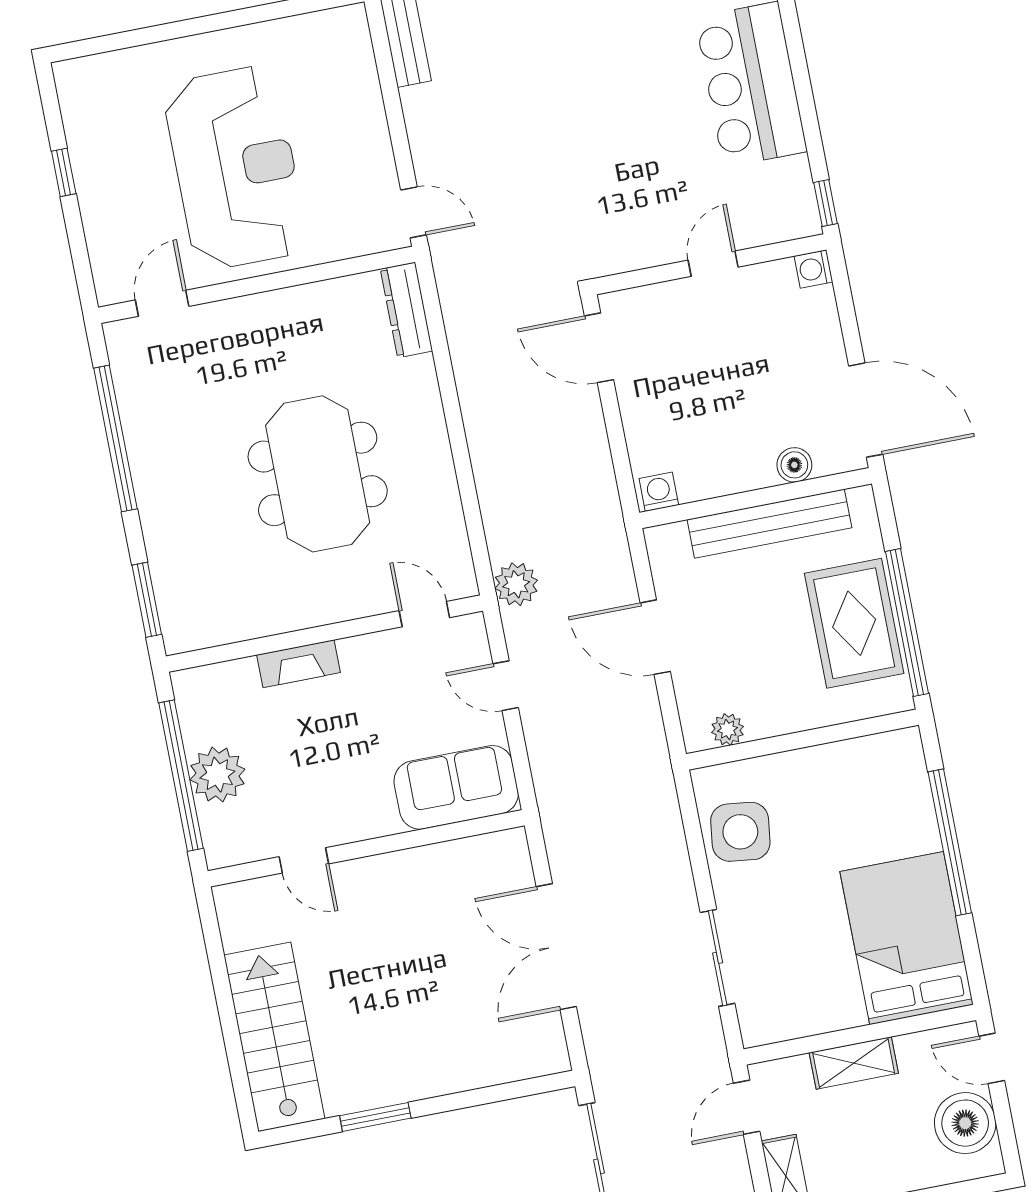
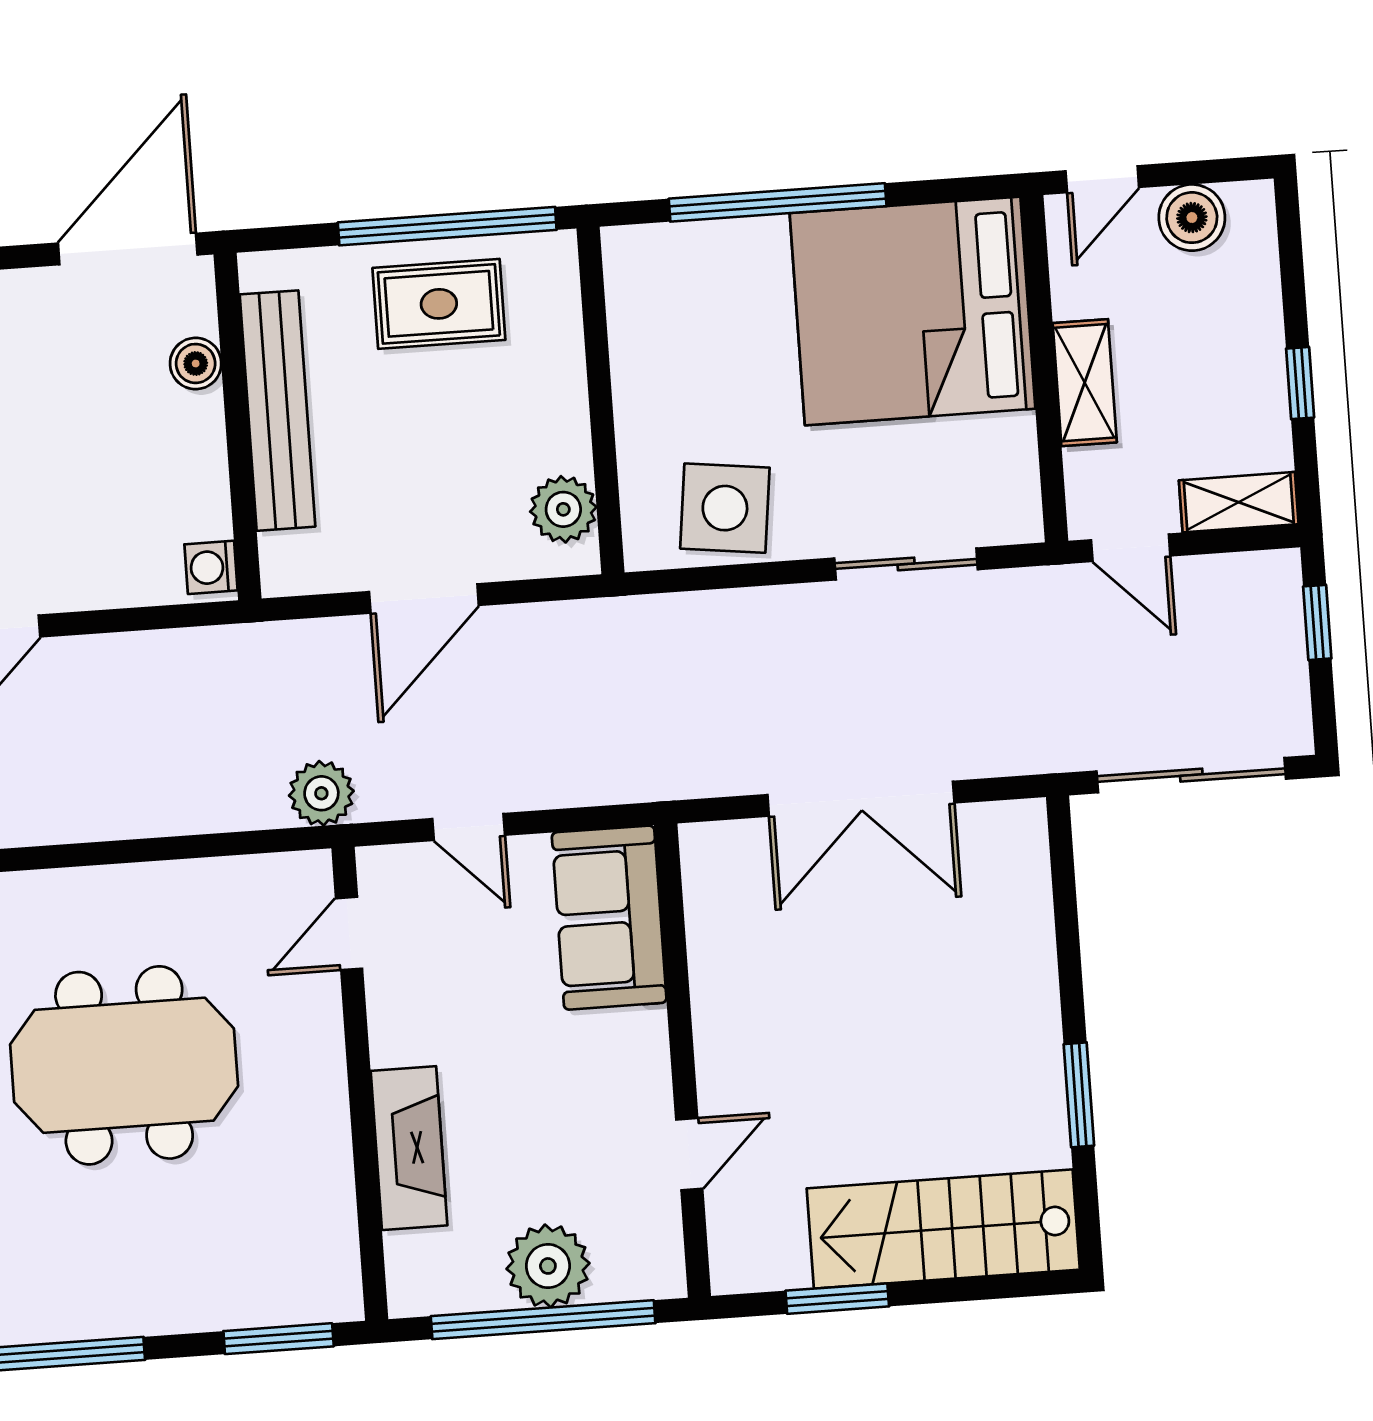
rug: (854, 623) -> (439, 304), width x0.73, depth x0.70
fireplace: (299, 664) -> (409, 1148), width x1.37, depth x1.32
door: (506, 686) -> (469, 827), hinge flipped
plant: (728, 729) -> (563, 509), width x1.38, depth x1.38
bed: (907, 938) -> (913, 311), width x1.36
window: (219, 971) -> (837, 1299), added
boiler: (965, 1123) -> (1192, 218), width x0.73, depth x0.73

